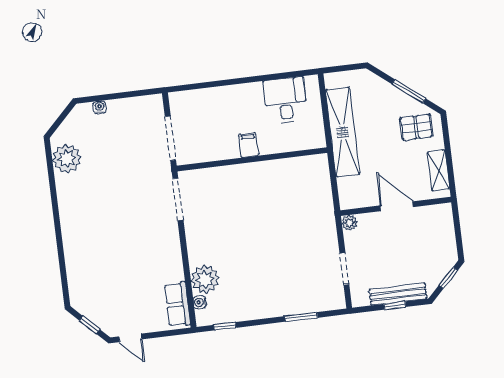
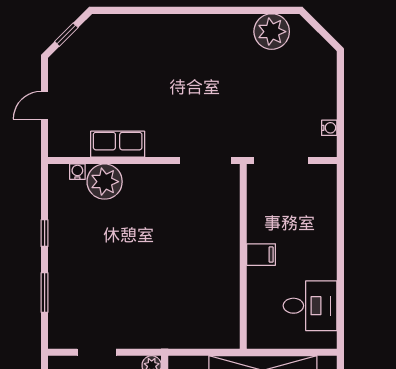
water cooler: (100, 107) -> (329, 128), moved
row of seats: (177, 304) -> (118, 144), moved
window: (225, 326) -> (45, 233), moved
door: (130, 338) -> (45, 105), moved

